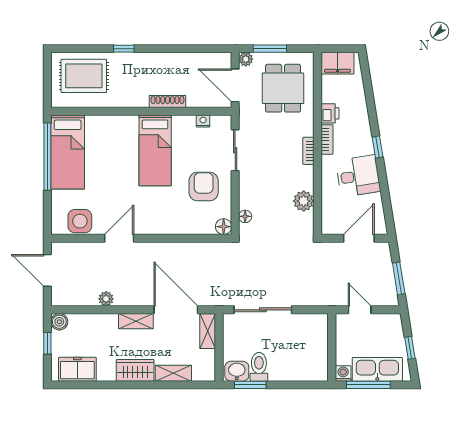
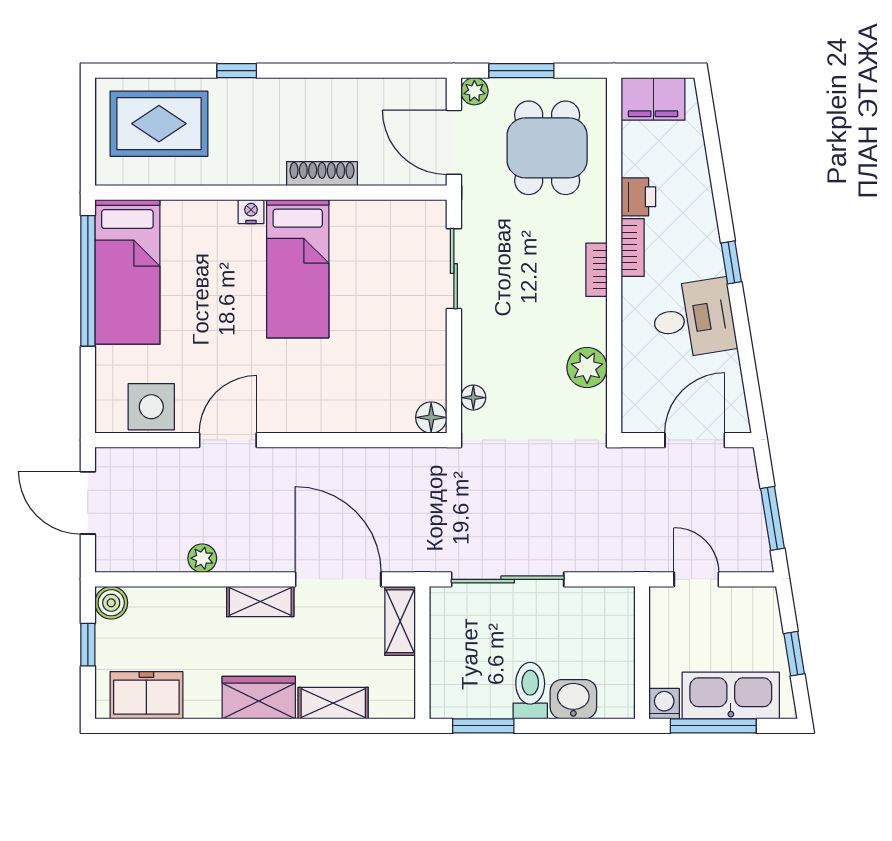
nightstand: (203, 121) -> (251, 212), moved
armchair: (204, 187) -> (392, 339), removed
toilet: (259, 367) -> (530, 691), moved
washbasin: (237, 371) -> (573, 699), moved

